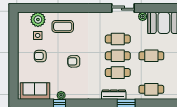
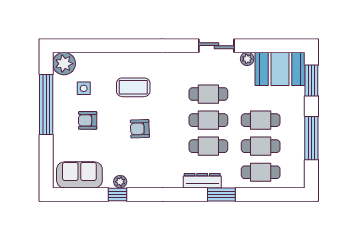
plant: (38, 20) -> (64, 64), moved
coffee table: (63, 26) -> (133, 87), moved
window: (14, 46) -> (46, 105), added
cafe table: (151, 73) -> (261, 146), added

